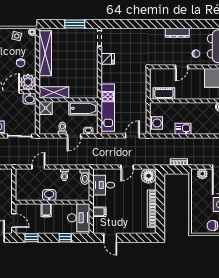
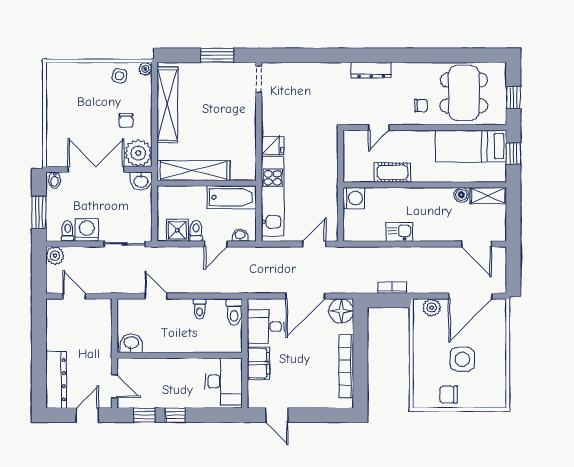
dresser: (177, 33) -> (371, 70), moved
fridge: (108, 59) -> (273, 145), moved
door: (182, 67) -> (379, 128), moved
shelving: (54, 92) -> (193, 171), width x1.47
cot: (164, 93) -> (392, 172), moved
shower: (46, 108) -> (177, 230), moved
washing machine: (156, 123) -> (354, 198), moved
door: (38, 167) -> (156, 296), hinge flipped
door: (127, 167) -> (305, 296), width x1.87
washbasin: (49, 195) -> (131, 343), moved
filing cabinet: (46, 210) -> (169, 369), removed
filing cabinet: (99, 212) -> (258, 363), width x2.00
window: (65, 238) -> (175, 415), moved

